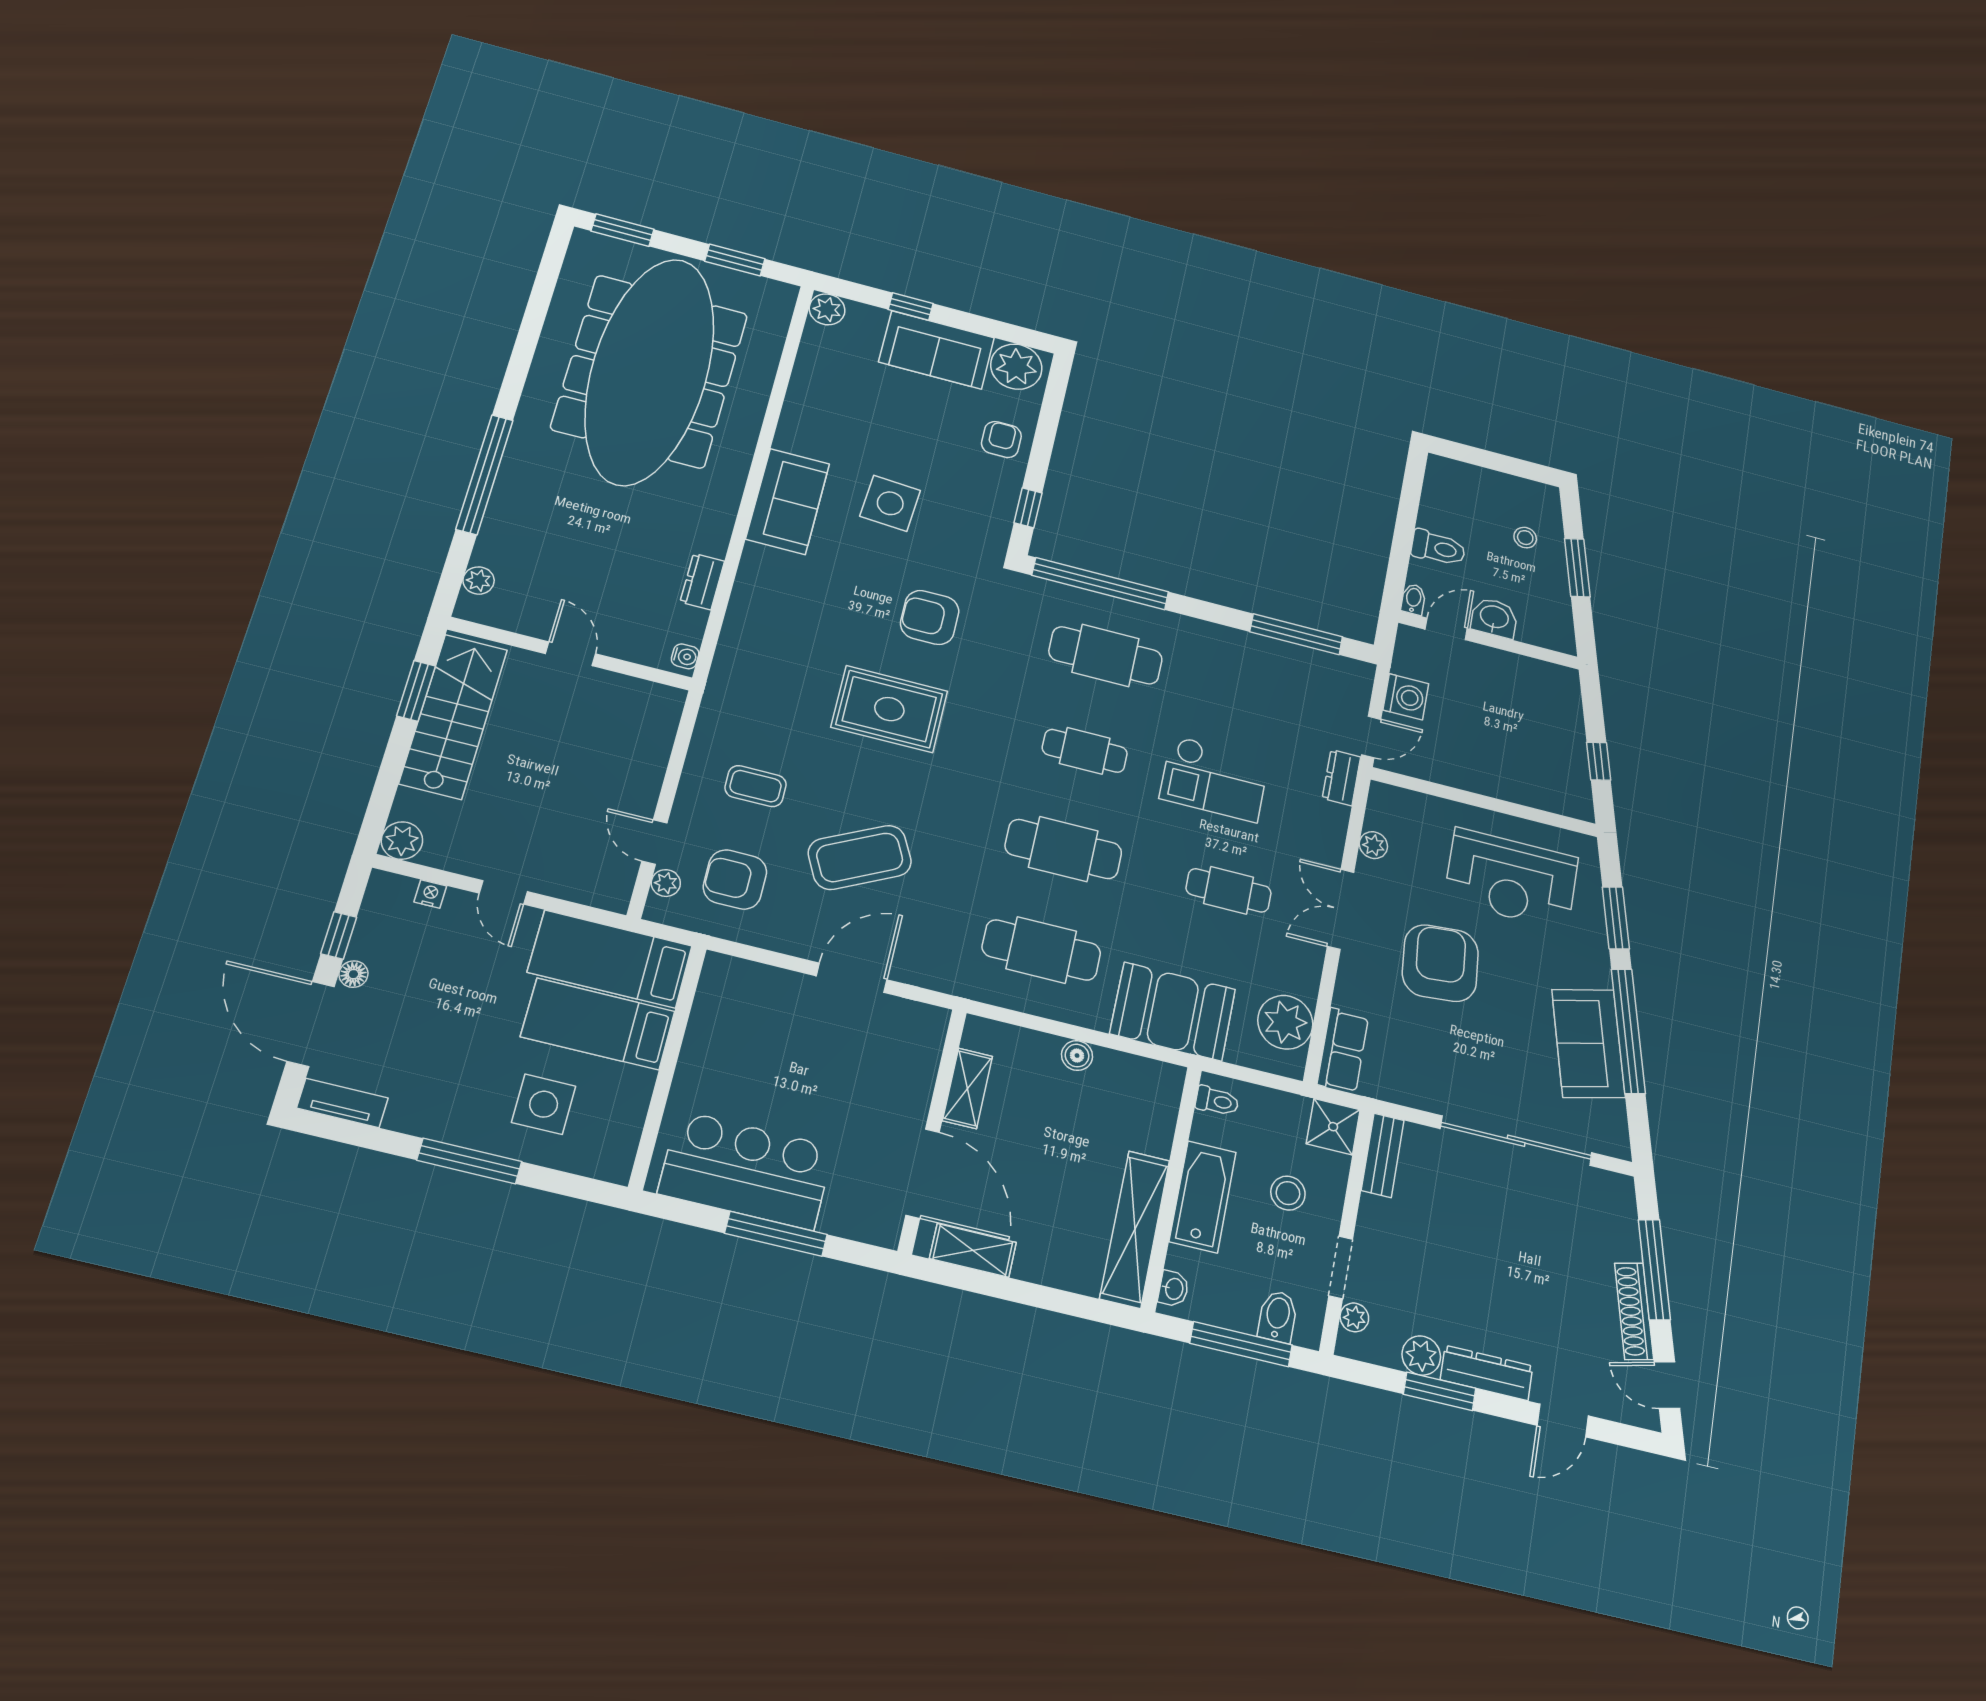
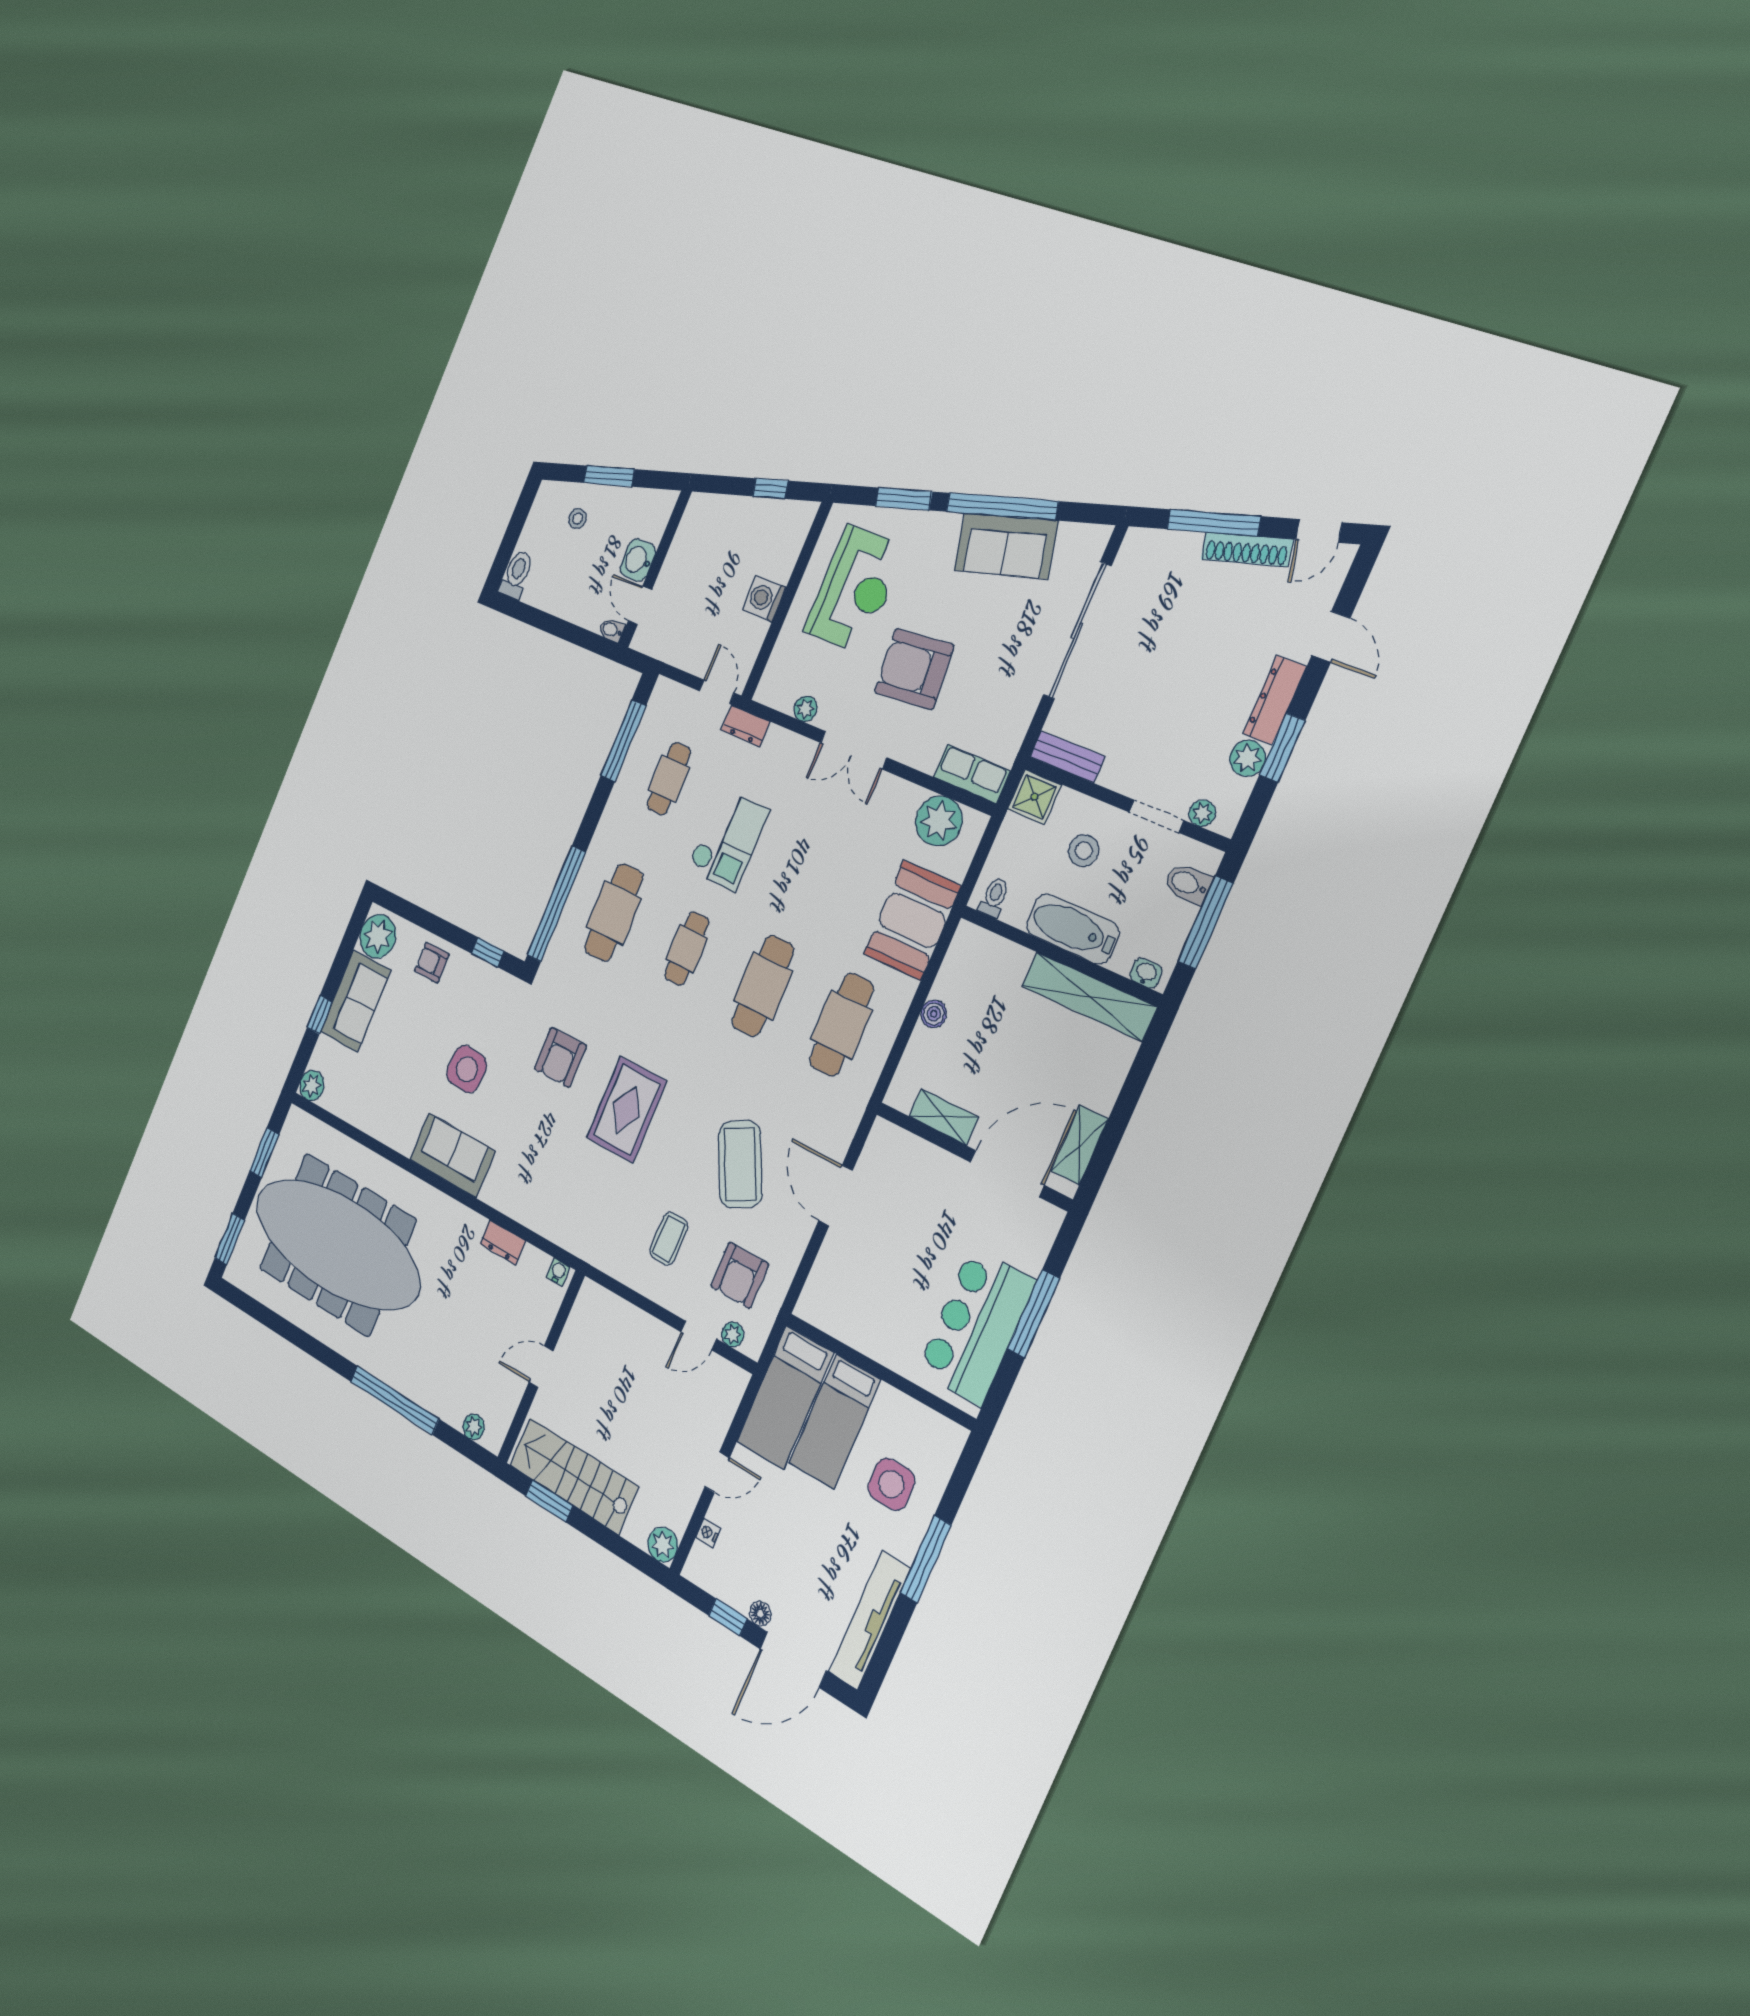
toilet: (1438, 548) -> (516, 575), moved
washing machine: (1406, 697) -> (764, 599), moved, turned -90
cafe table: (1229, 890) -> (669, 779), moved
tv unit: (342, 1103) -> (870, 1620), width x1.92, depth x1.29

